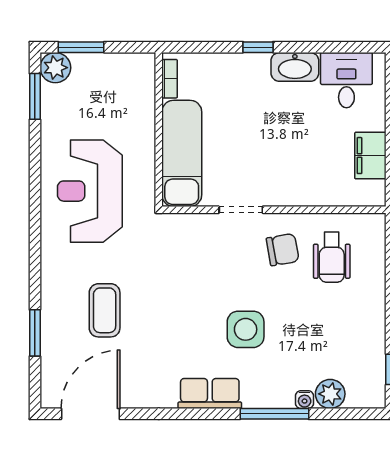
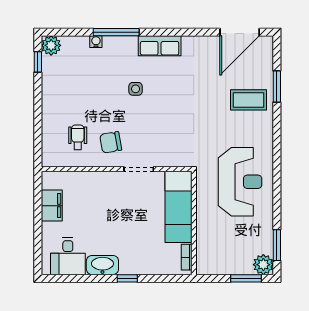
wheelchair: (332, 257) -> (78, 137), width x0.73, depth x0.73
coffee table: (105, 310) -> (249, 100), moved, turned 90
side table: (246, 329) -> (136, 89), width x0.54, depth x0.54
plant: (330, 394) -> (51, 45), moved

